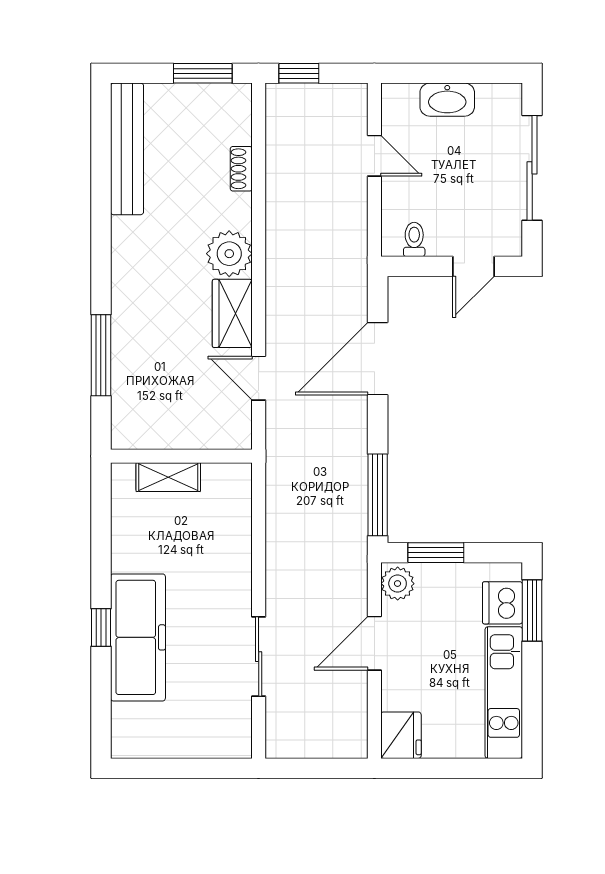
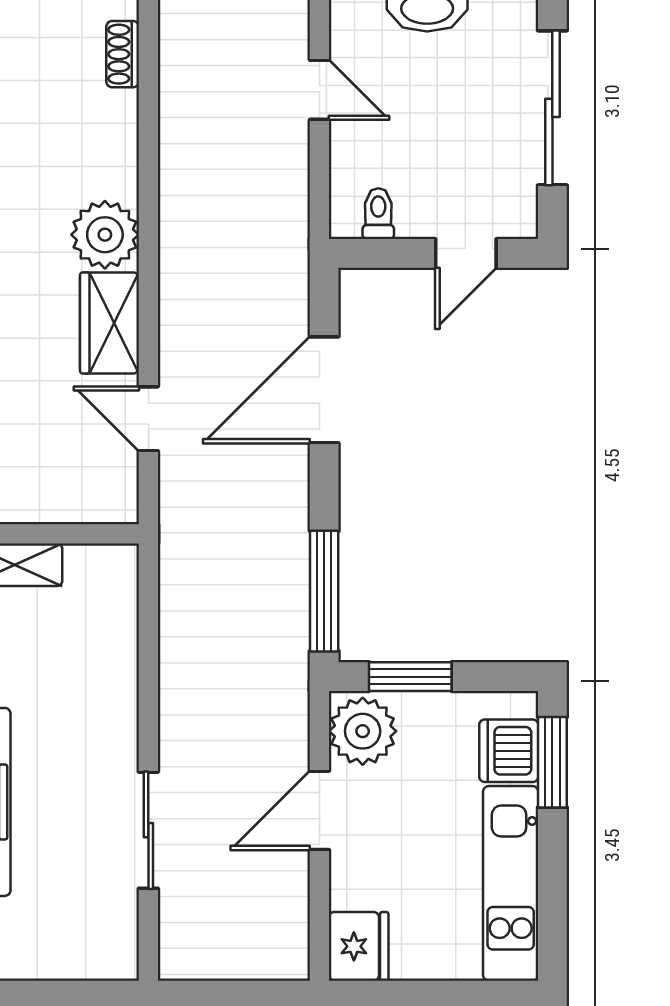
shoe rack: (241, 169) -> (123, 54), moved
plant: (398, 584) -> (363, 731), width x1.36, depth x1.36

